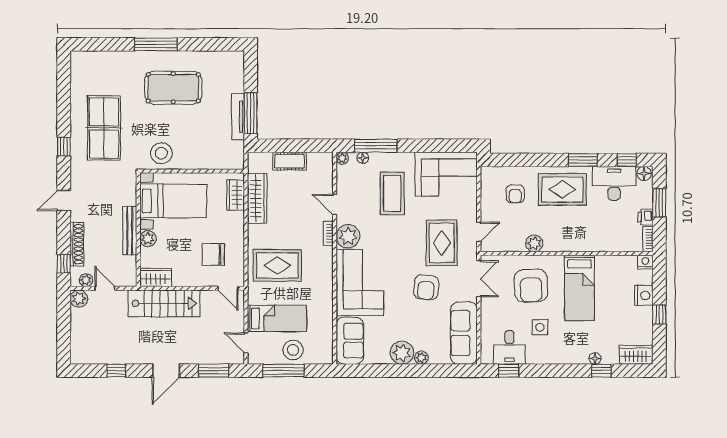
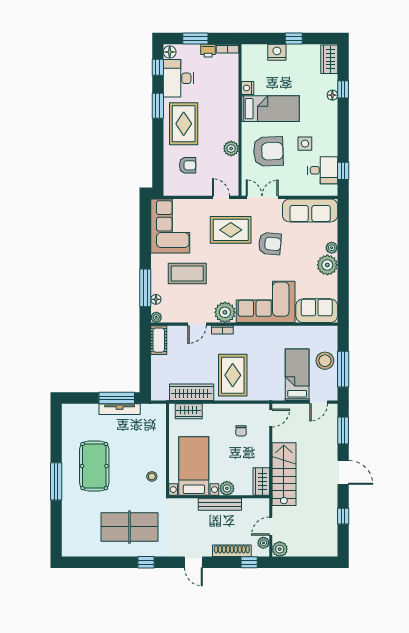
stool: (161, 153) -> (152, 476), width x0.53, depth x0.53
cot: (290, 161) -> (159, 340), moved
chair: (213, 255) -> (241, 431), width x0.54, depth x0.54
nightstand: (645, 262) -> (248, 88), moved
rug: (277, 265) -> (233, 375), moved

